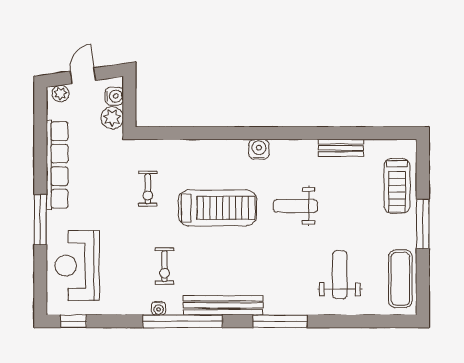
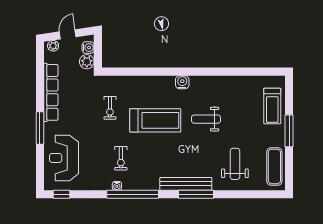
bench: (341, 148) -> (236, 81), removed
bench: (223, 305) -> (186, 184), moved

